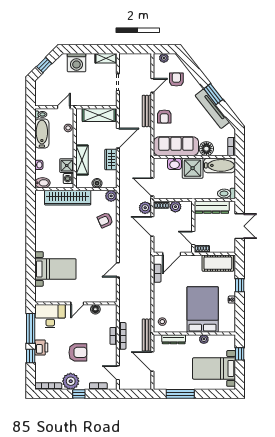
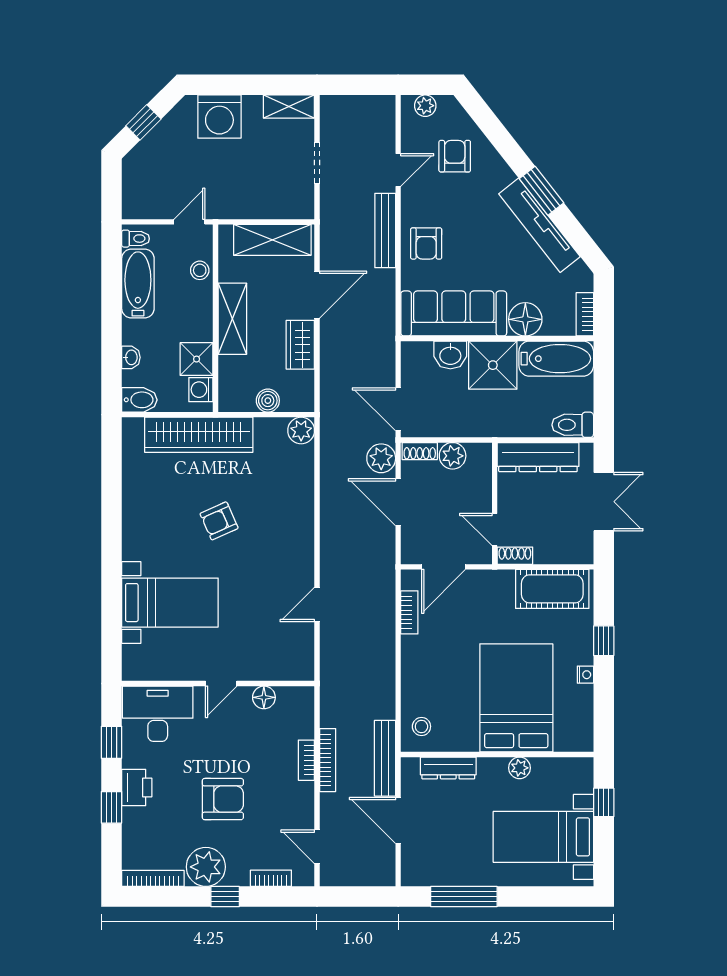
shelving: (82, 160) -> (232, 319), moved
armchair: (105, 220) -> (219, 521), moved
window: (31, 328) -> (112, 742), width x0.46

